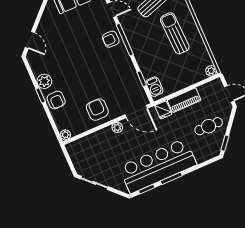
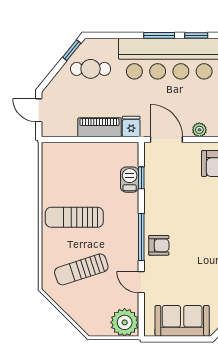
sun lounger: (175, 33) -> (74, 217), turned 92
plant: (211, 71) -> (49, 150), removed
barbecue: (154, 87) -> (130, 180), moved
cafe table: (209, 126) -> (91, 69), moved

